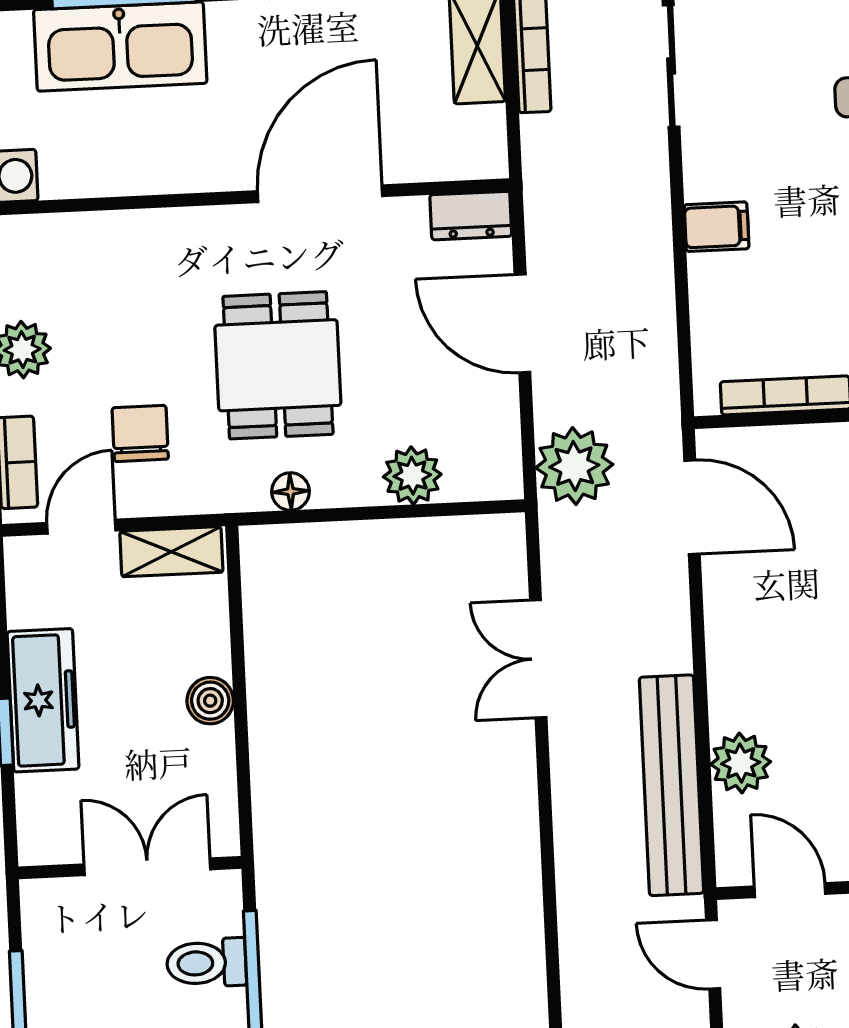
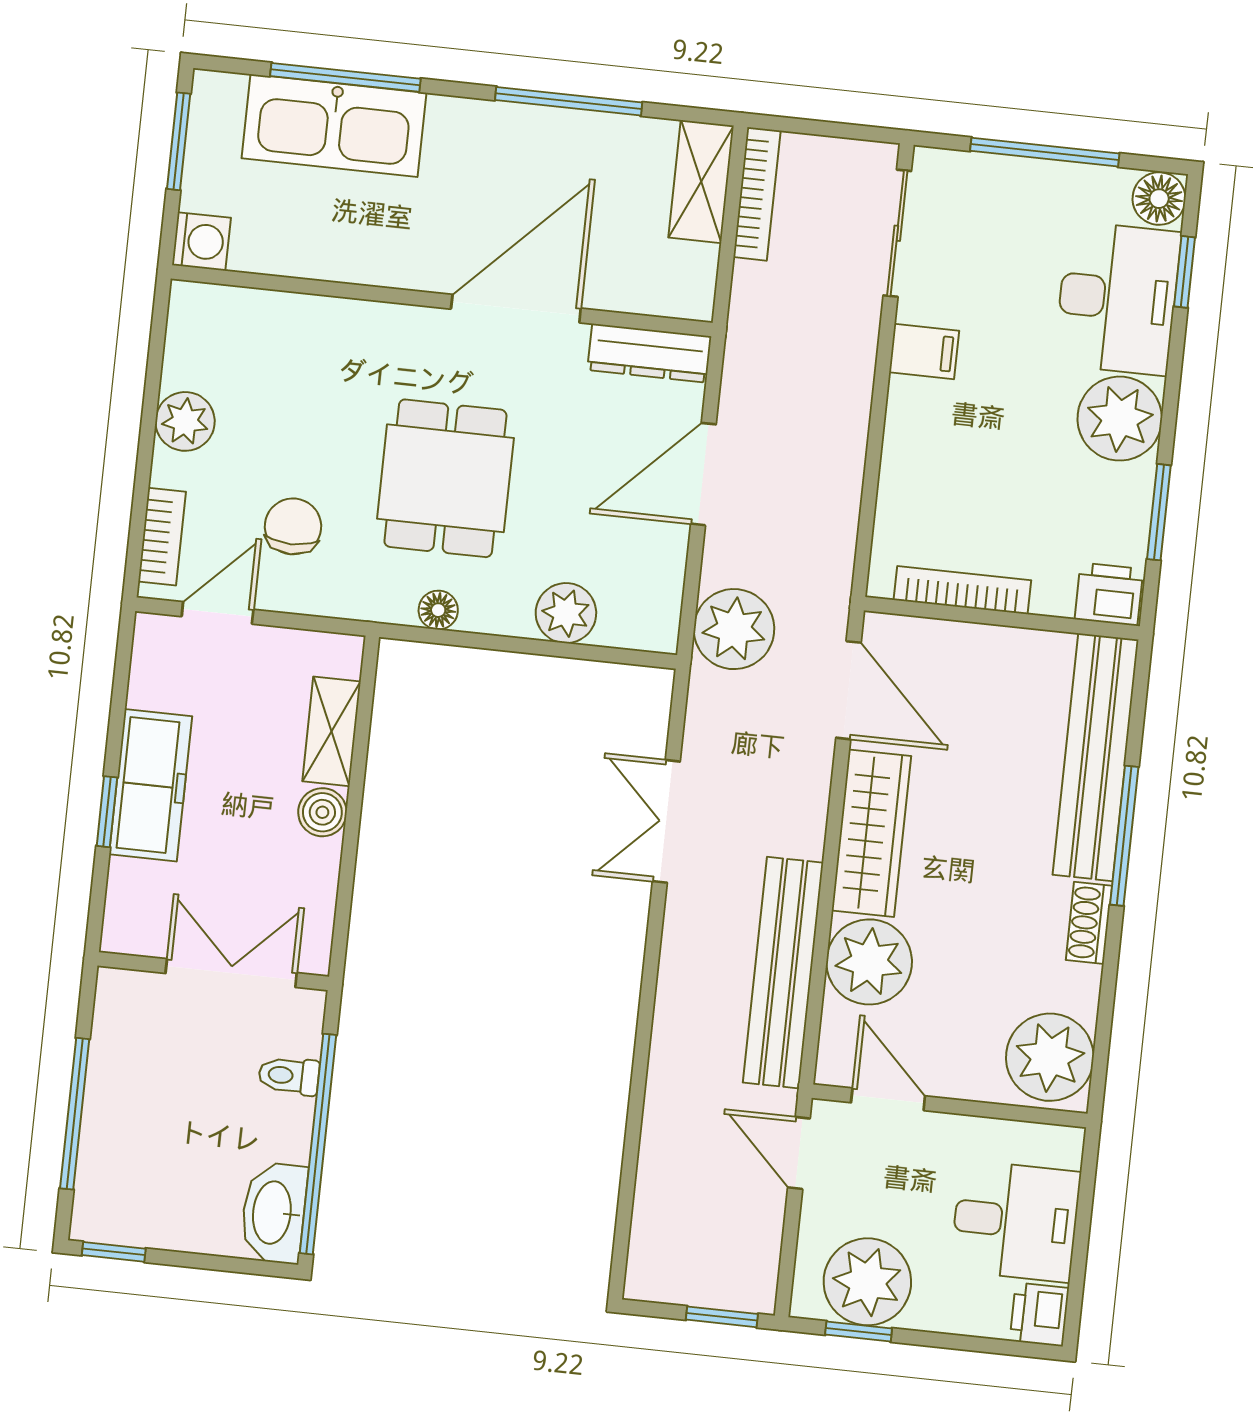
dresser: (471, 216) -> (649, 353), width x1.44
filing cabinet: (717, 227) -> (924, 352), moved
door: (522, 323) -> (703, 474), hinge flipped
shelving: (171, 552) -> (331, 731), moved, turned 90
wardrobe: (735, 640) -> (871, 833), added
plant: (741, 763) -> (869, 962), width x1.36, depth x1.36
toilet: (206, 963) -> (289, 1076), width x0.73, depth x0.72

